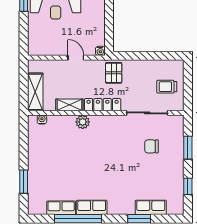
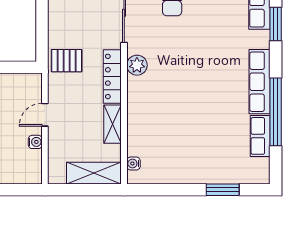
water cooler: (100, 51) -> (35, 142), moved
plant: (83, 122) -> (137, 65), moved
row of seats: (92, 207) -> (260, 82), width x1.48

